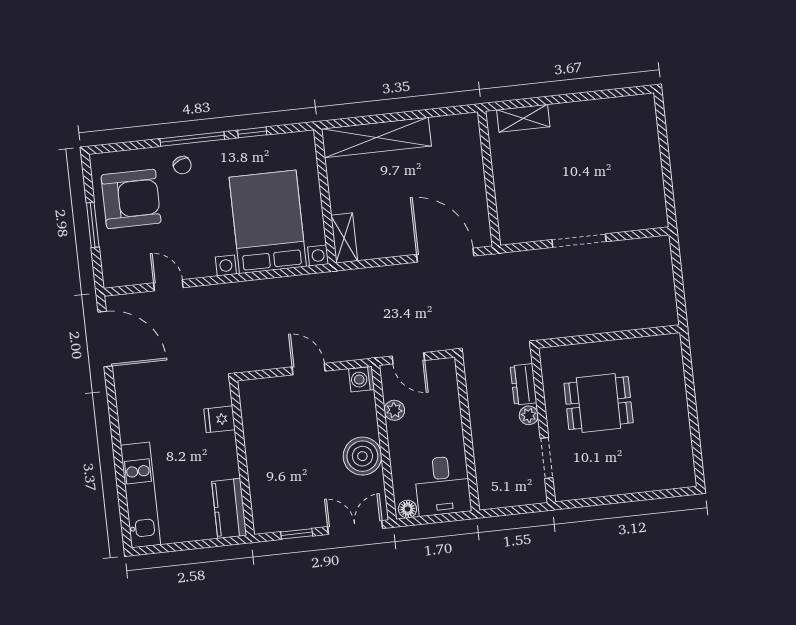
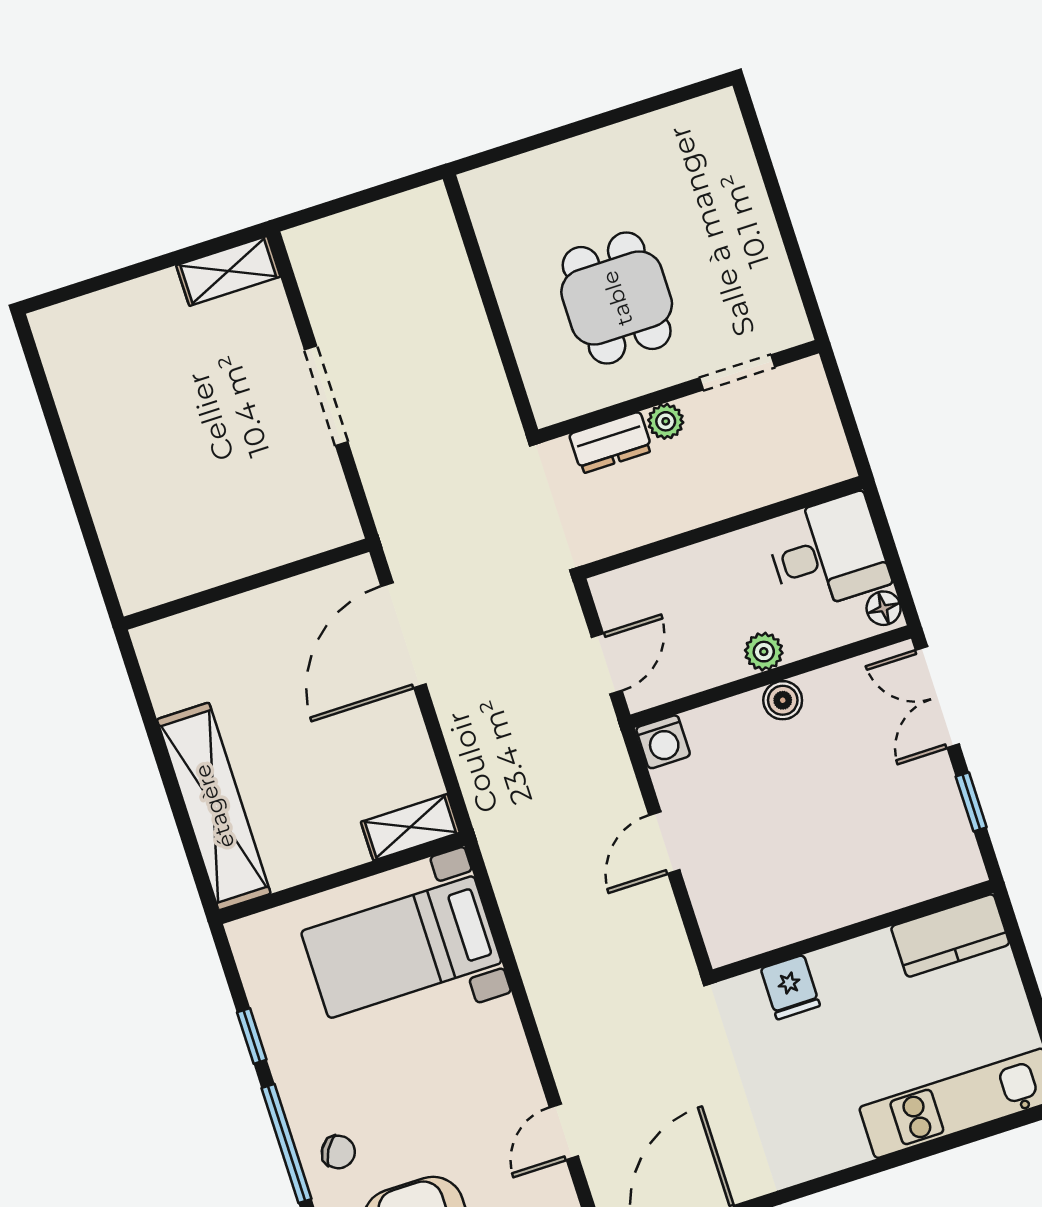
shelving: (523, 118) -> (228, 271), moved, turned 90
chair: (182, 165) -> (338, 1152), turned 52
bed with nightstands: (268, 222) -> (401, 947), width x0.73
plant: (394, 410) -> (764, 652), moved
boiler: (362, 456) -> (783, 700), width x0.54, depth x0.54

